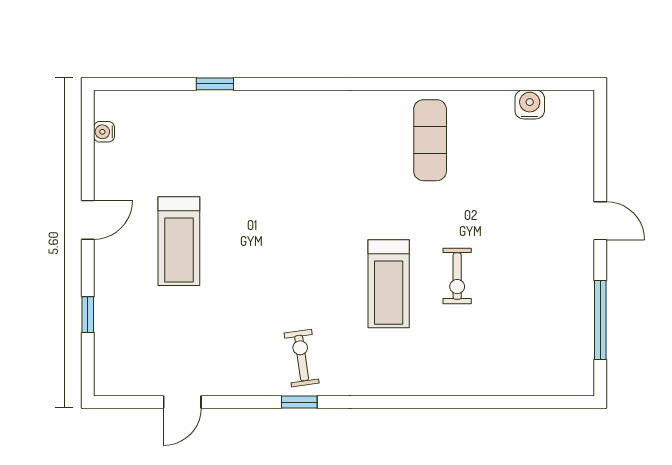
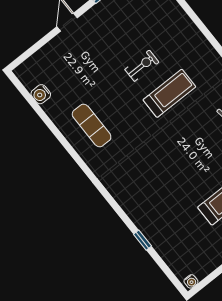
water cooler: (104, 132) -> (191, 281), moved
exercise mat: (430, 140) -> (92, 125), turned 90

